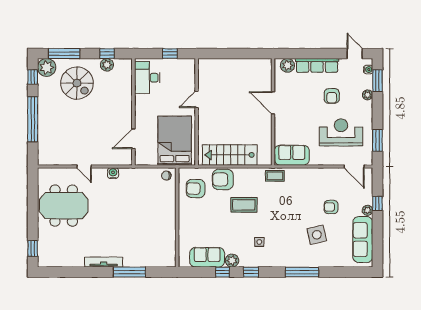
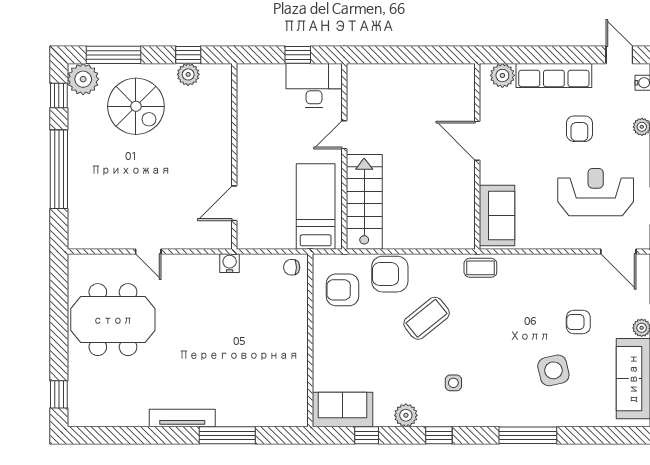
desk: (147, 78) -> (314, 85), moved, turned 90
bed: (175, 141) -> (316, 206), width x0.67
stairs: (230, 155) -> (364, 202), moved, turned 90
sofa: (292, 155) -> (497, 216), moved, turned 90
water cooler: (113, 173) -> (230, 263), moved
coffee table: (244, 205) -> (427, 318), turned -39
sofa: (207, 257) -> (343, 409), moved
window: (222, 272) -> (367, 435), moved

